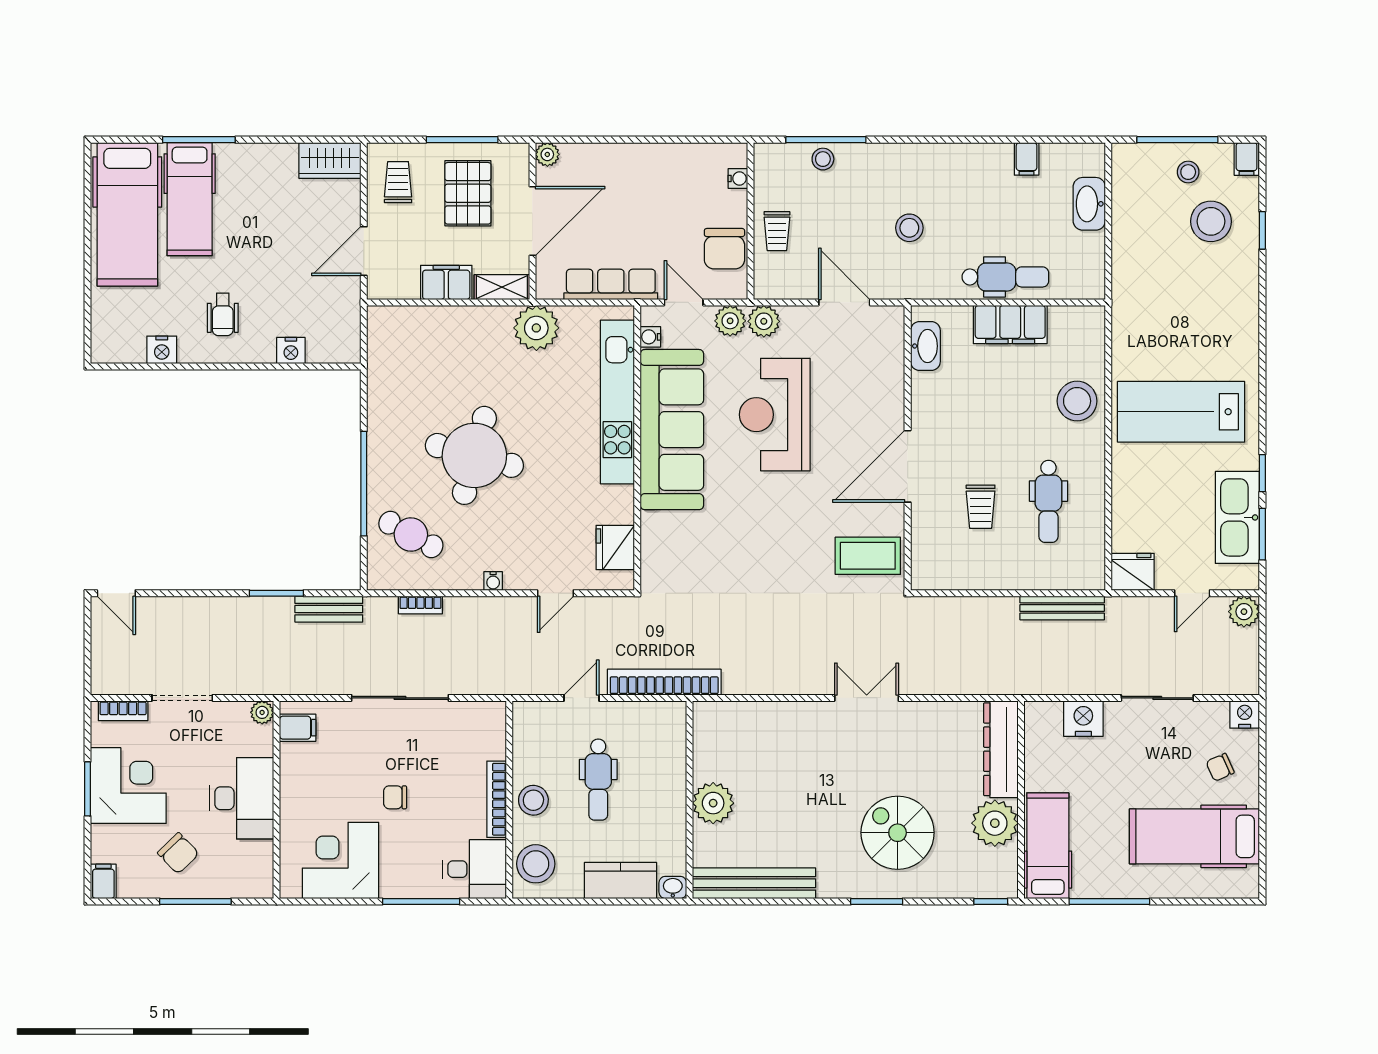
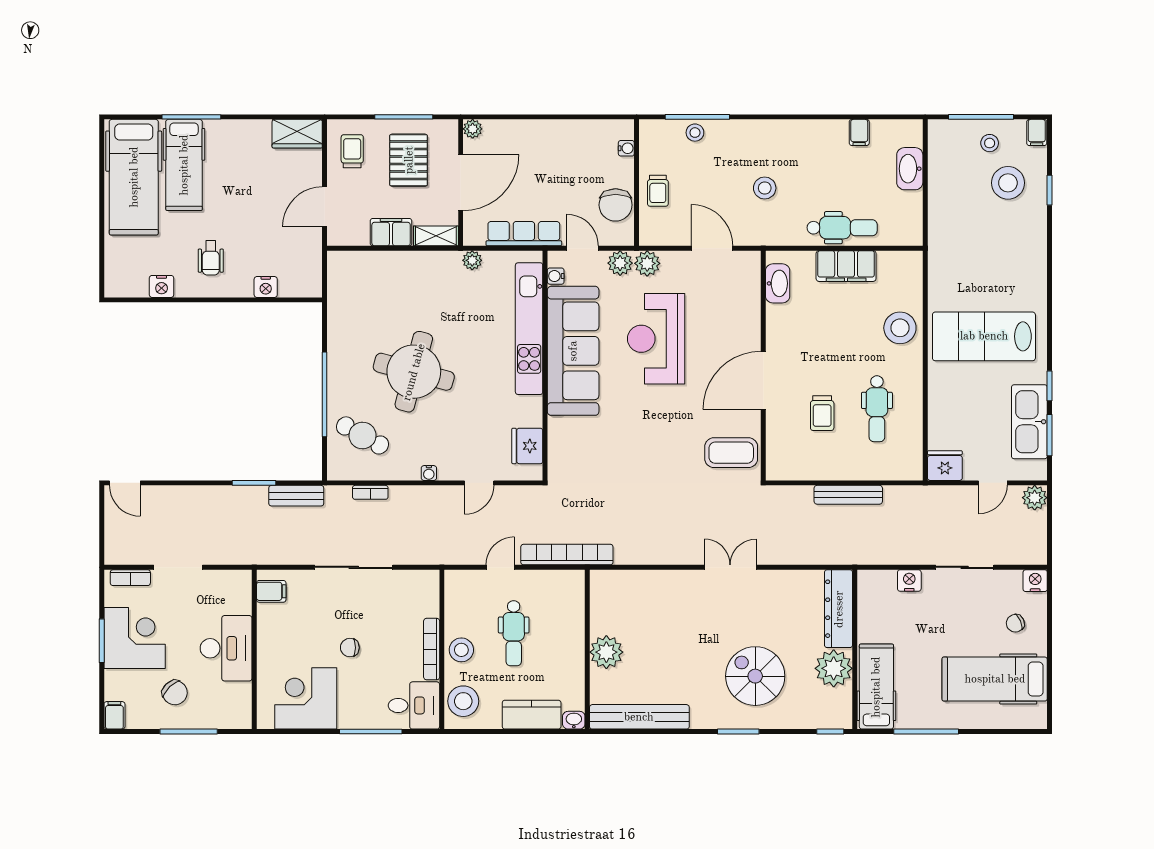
plant: (536, 328) -> (472, 260), width x0.53, depth x0.53
bench: (1062, 608) -> (848, 495), moved
plant: (262, 712) -> (242, 579), removed
nightstand: (1083, 719) -> (909, 580), width x0.74, depth x0.75

